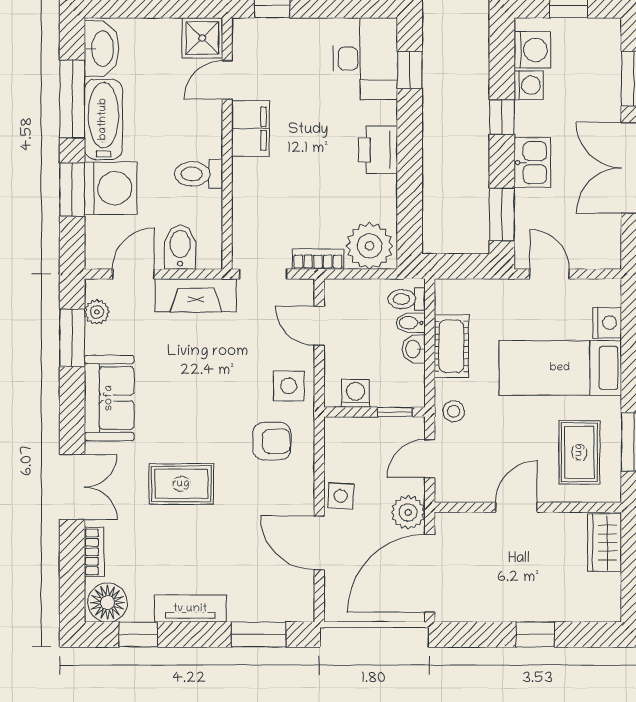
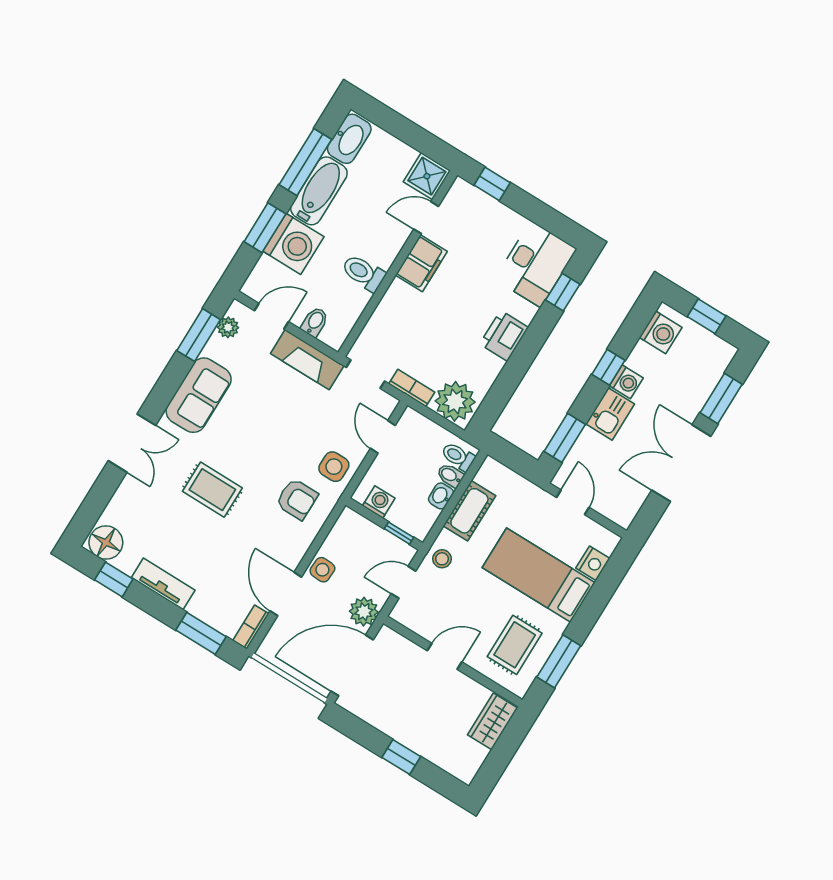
washing machine: (529, 85) -> (626, 382), moved
bidet: (180, 247) -> (315, 322), width x0.72, depth x0.74
bookcase: (94, 552) -> (251, 627), moved, turned 180

